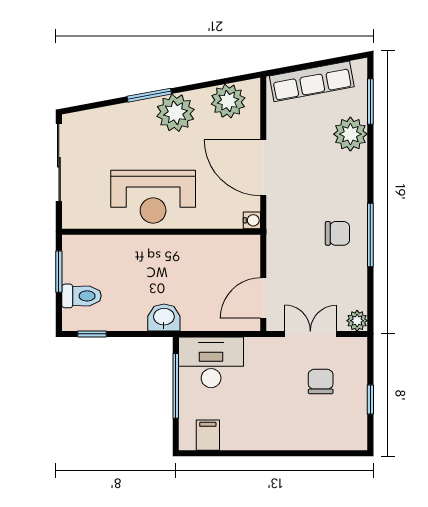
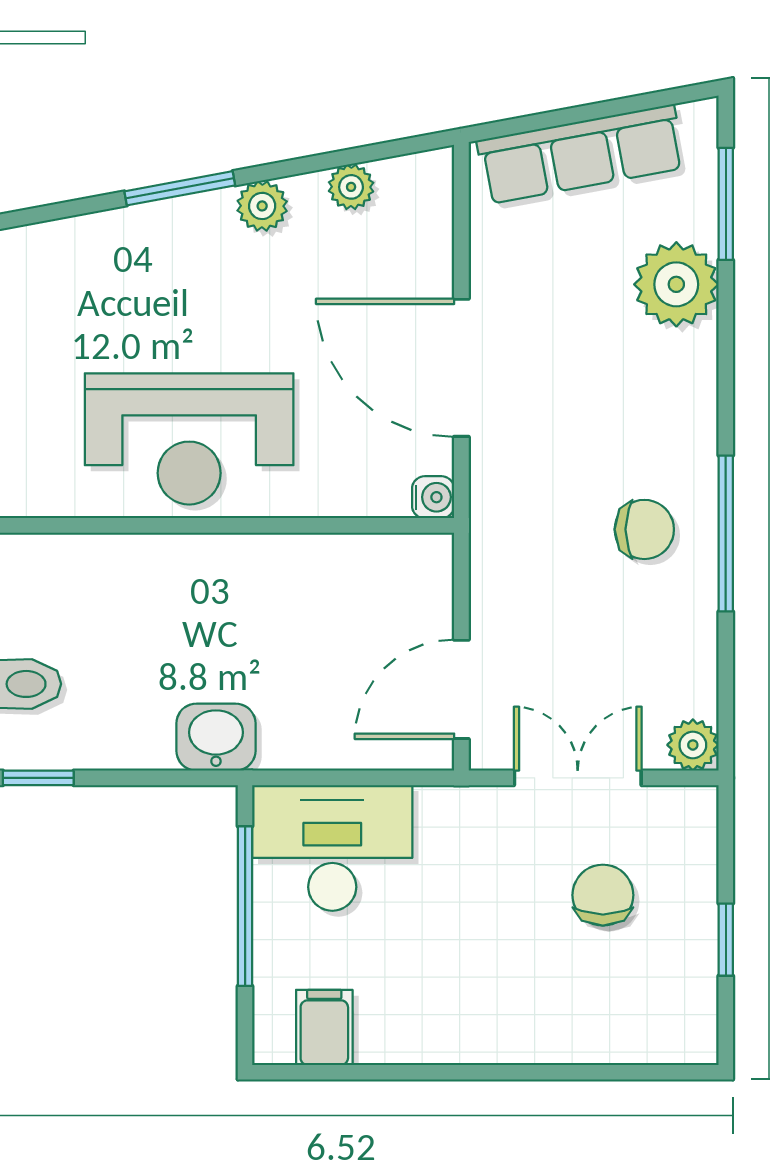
plant: (228, 101) -> (351, 187), width x0.53, depth x0.53
plant: (175, 113) -> (262, 206), width x0.53, depth x0.53

